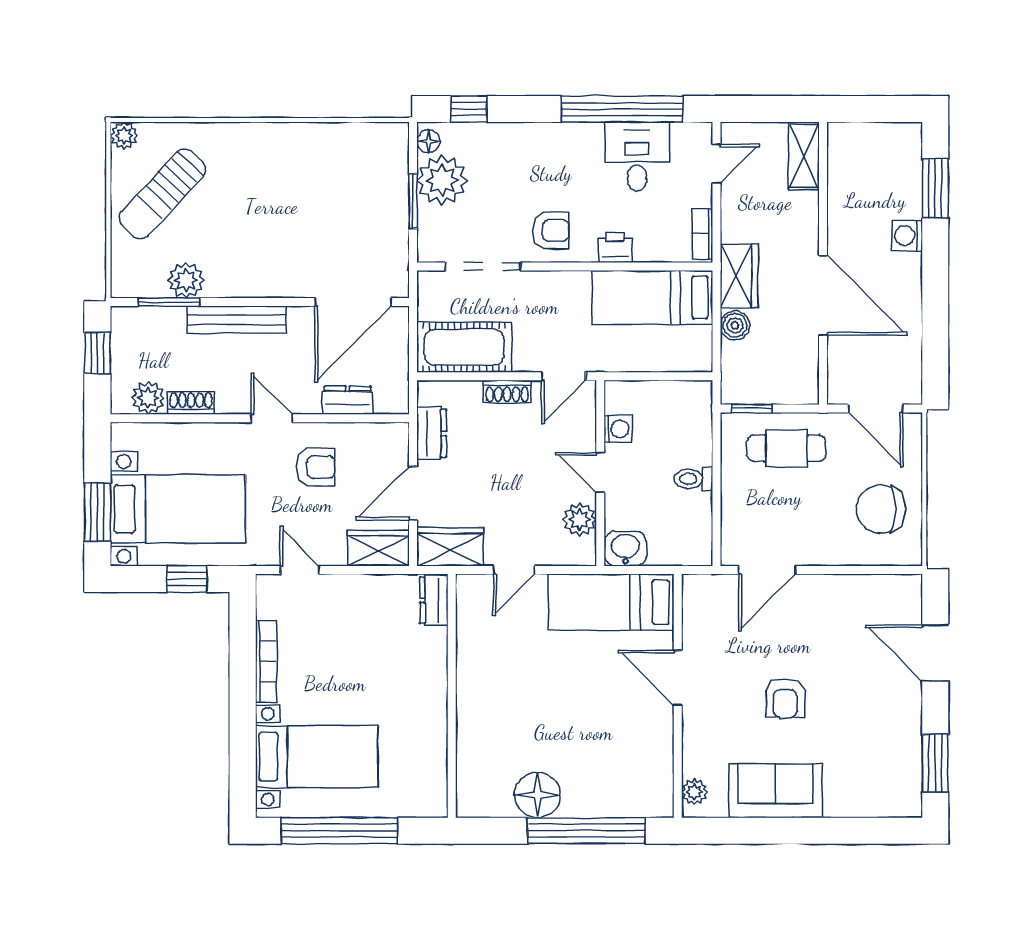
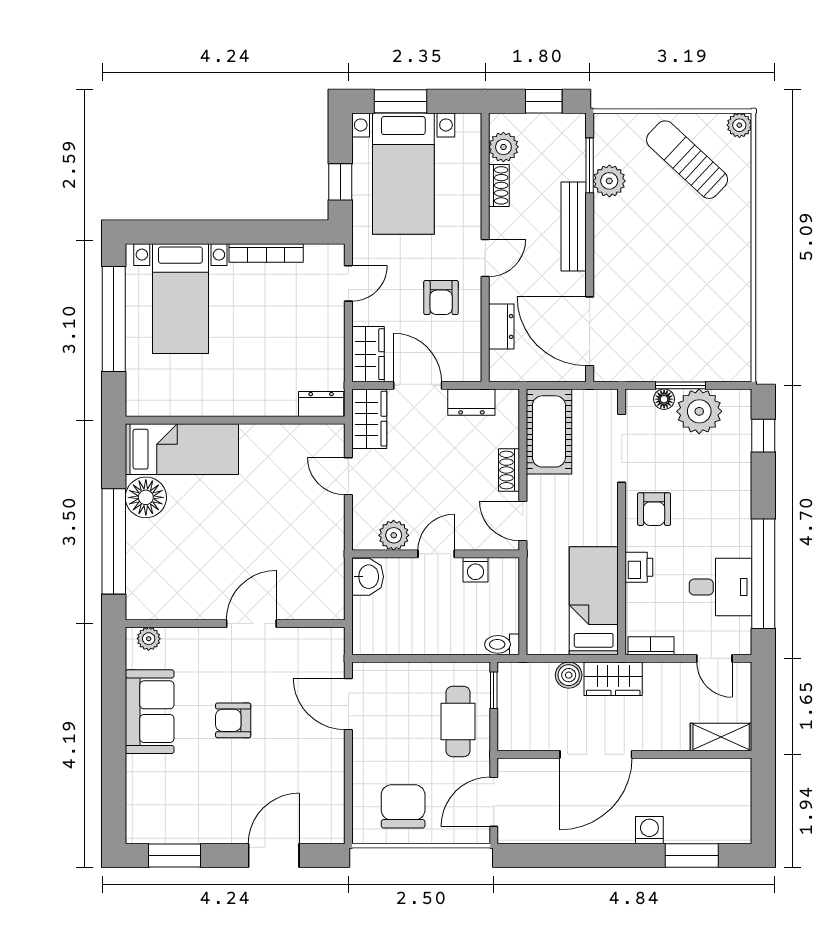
floor lamp: (428, 141) -> (664, 399), moved
toilet: (693, 479) -> (502, 644), moved, turned -90
bed: (611, 602) -> (182, 449), moved, turned 90

